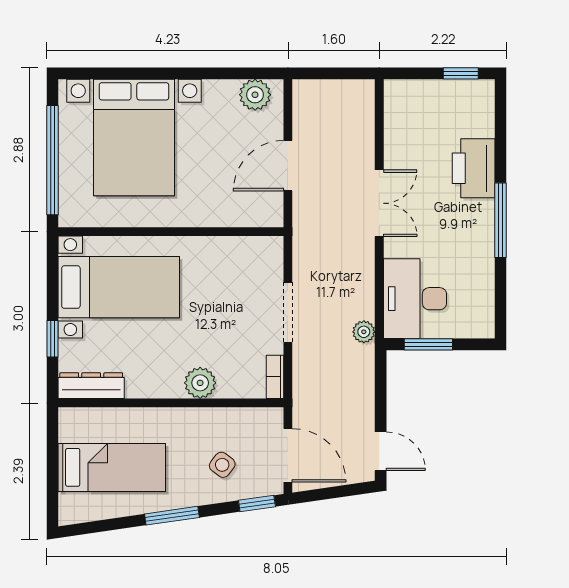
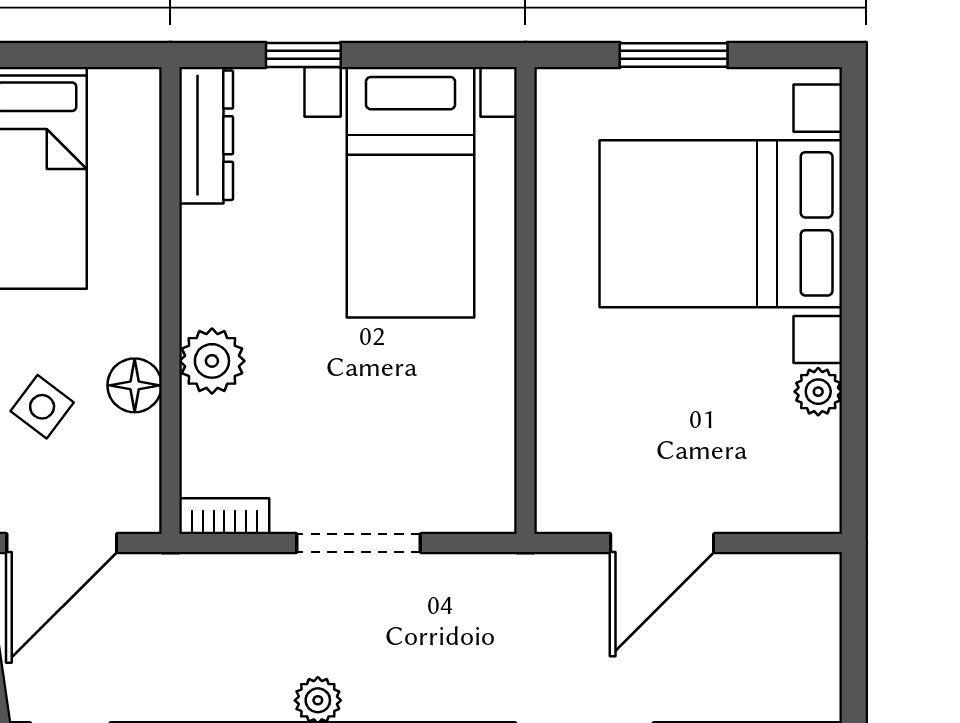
plant: (255, 95) -> (818, 392), moved, width x0.73, depth x0.73
window: (53, 160) -> (674, 55), width x0.47
door: (288, 166) -> (662, 543), swing flipped
floor lamp: (212, 420) -> (135, 385), added

